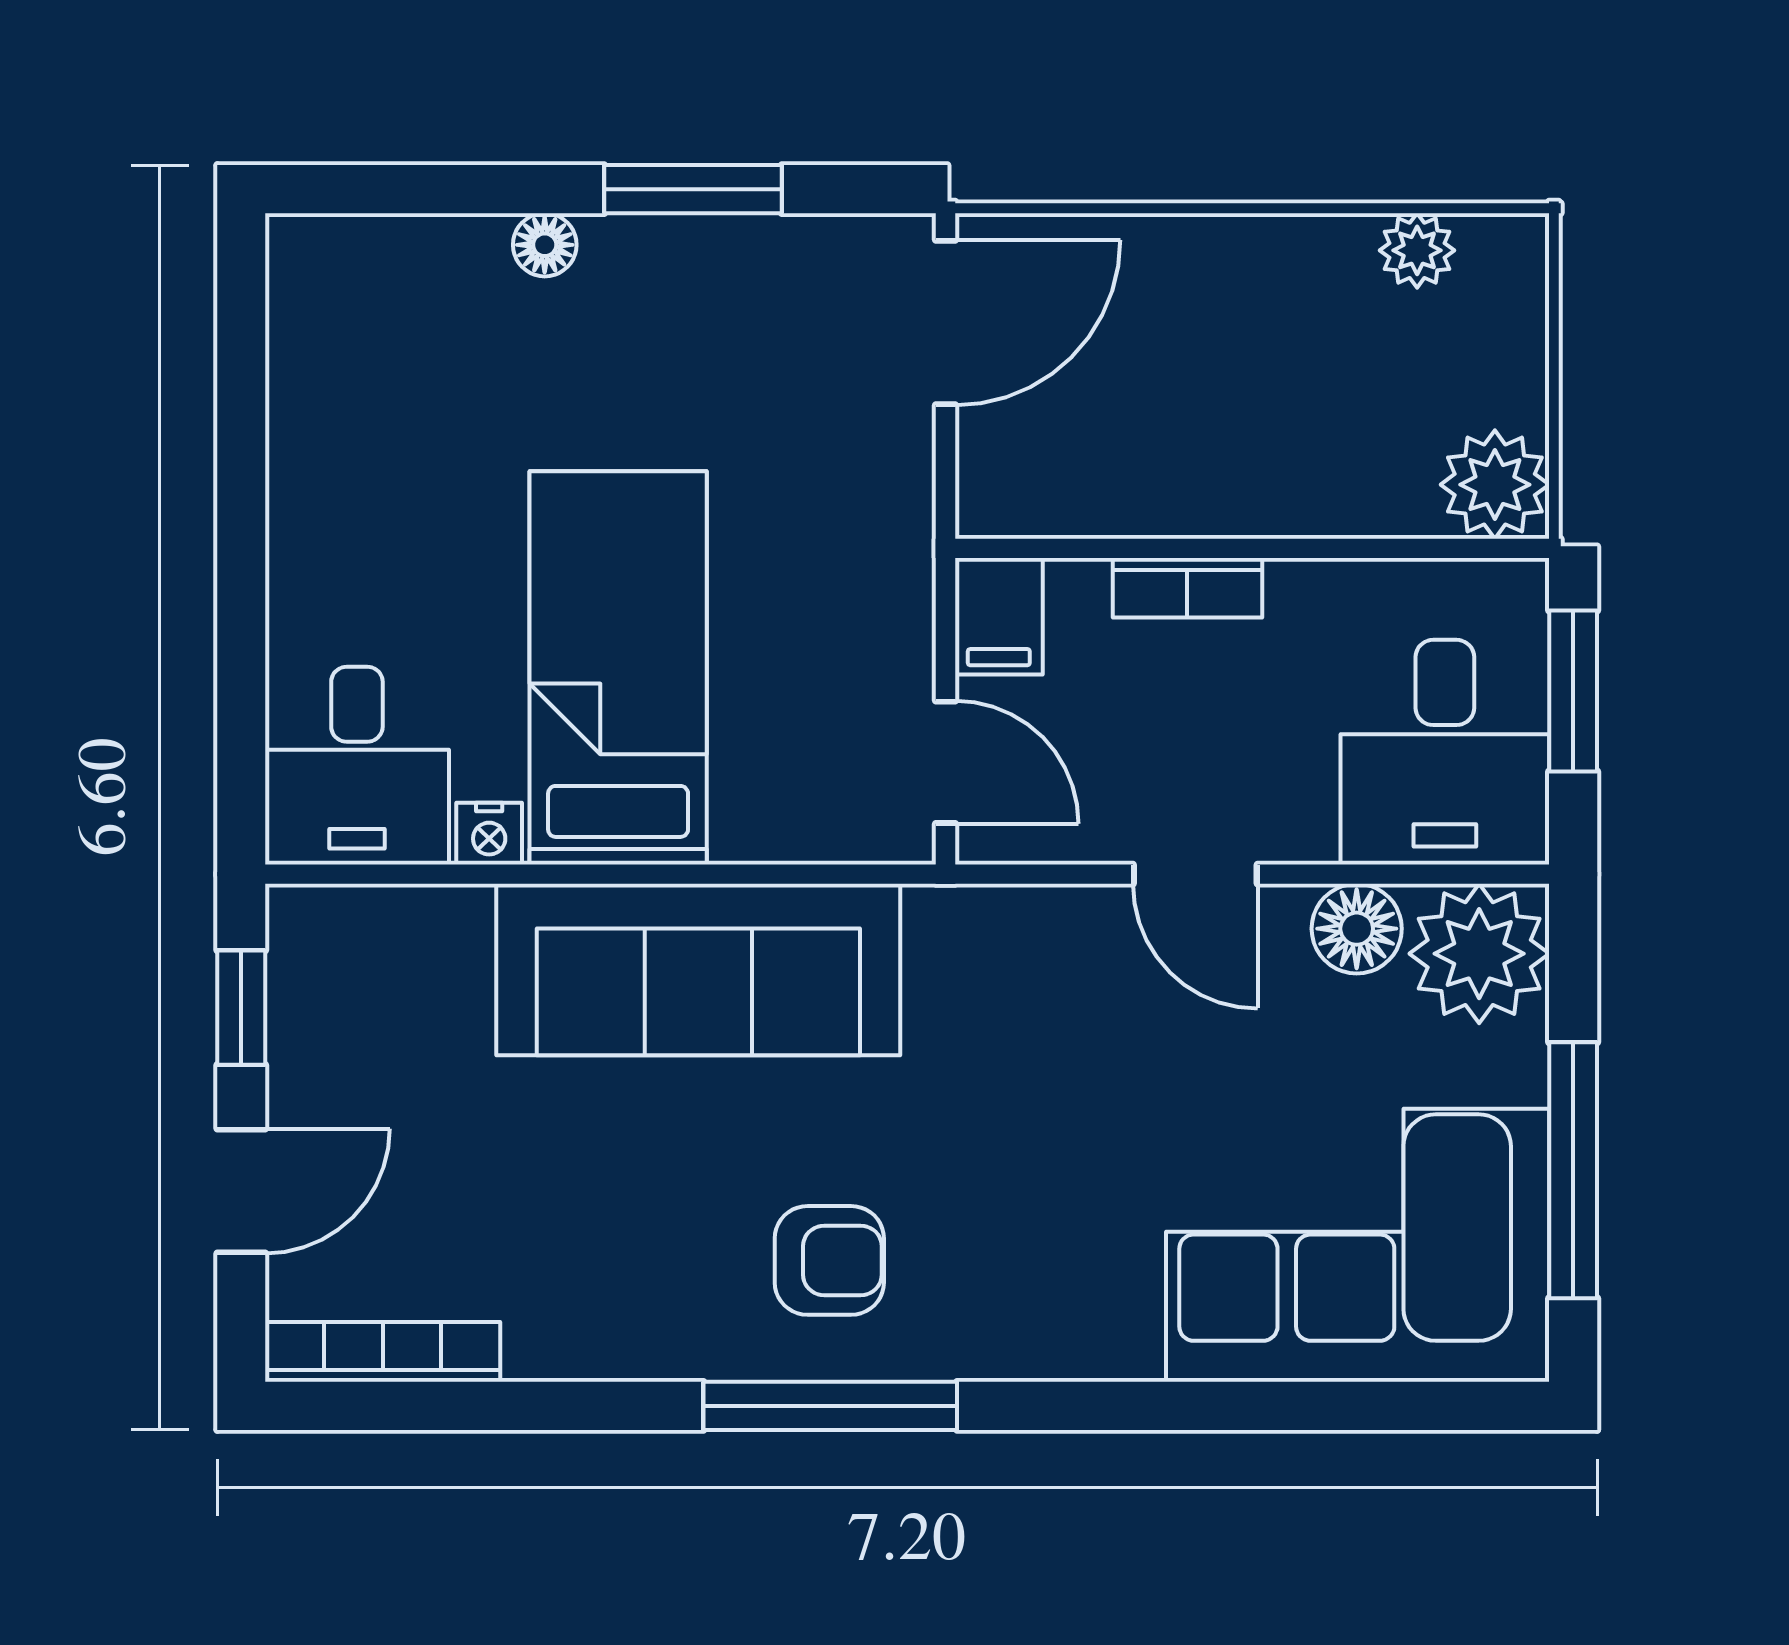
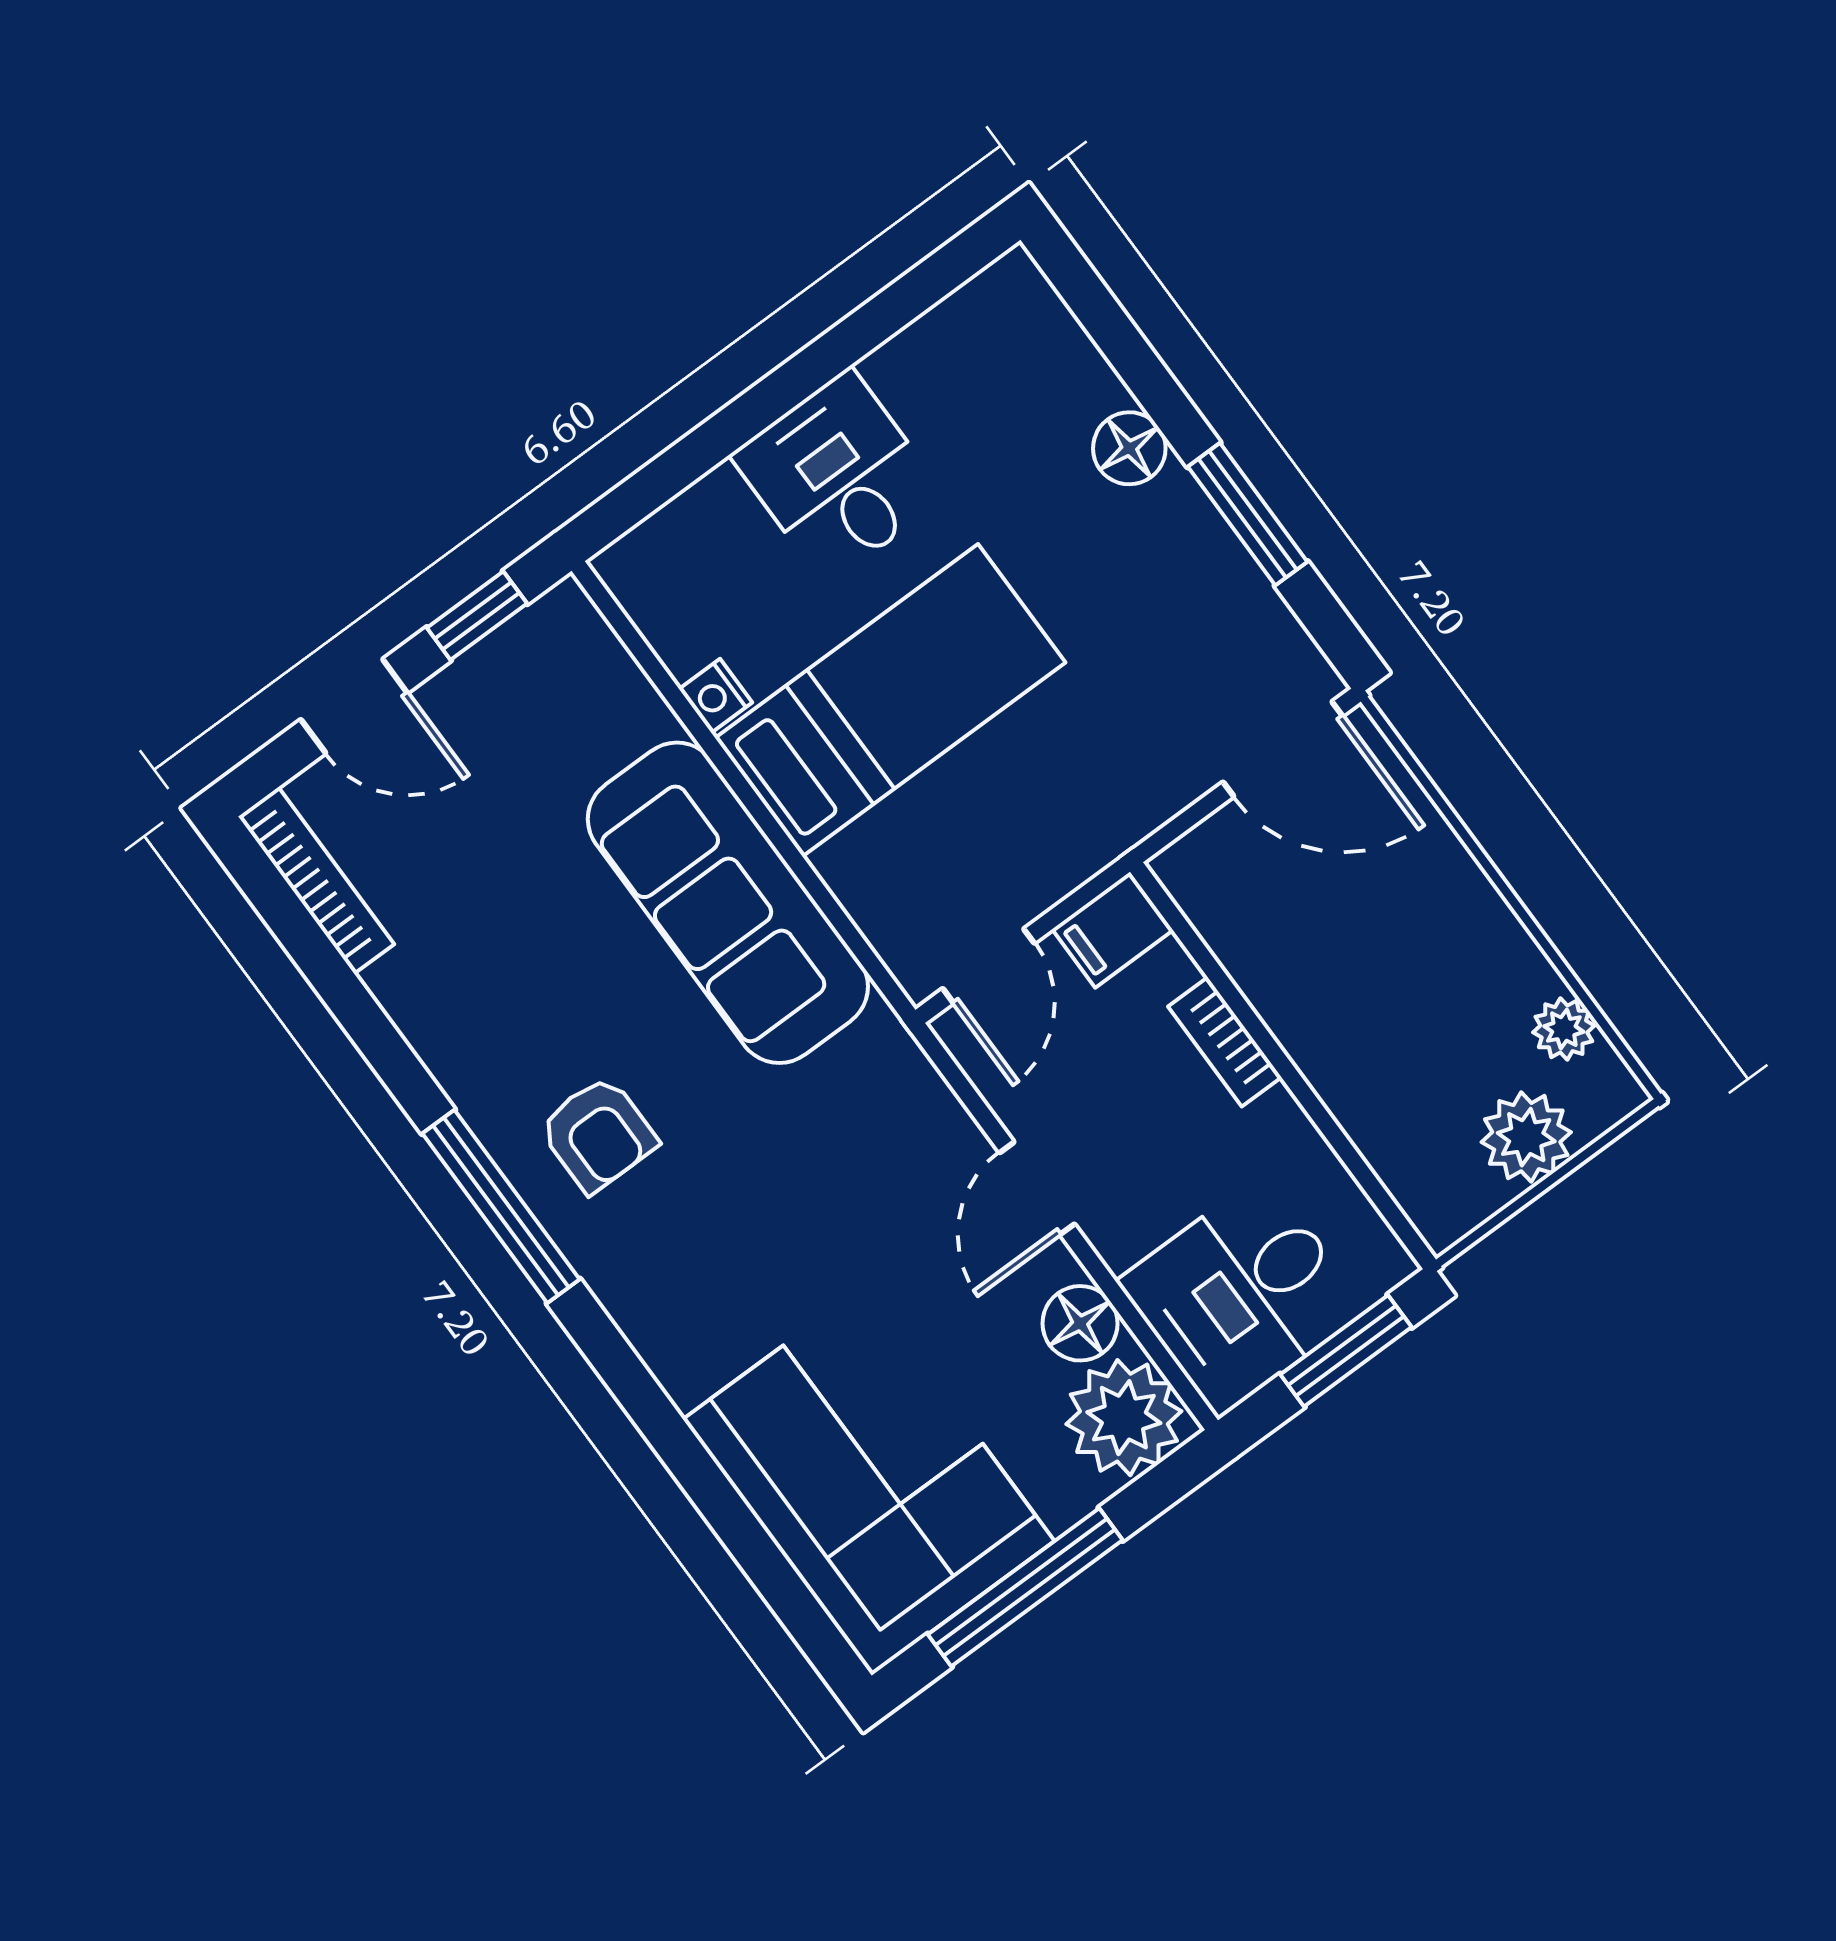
floor lamp: (545, 245) -> (1129, 448), width x1.37, depth x1.37
plant: (1495, 485) -> (1526, 1137), moved
desk: (357, 766) -> (838, 476), moved, turned 90

